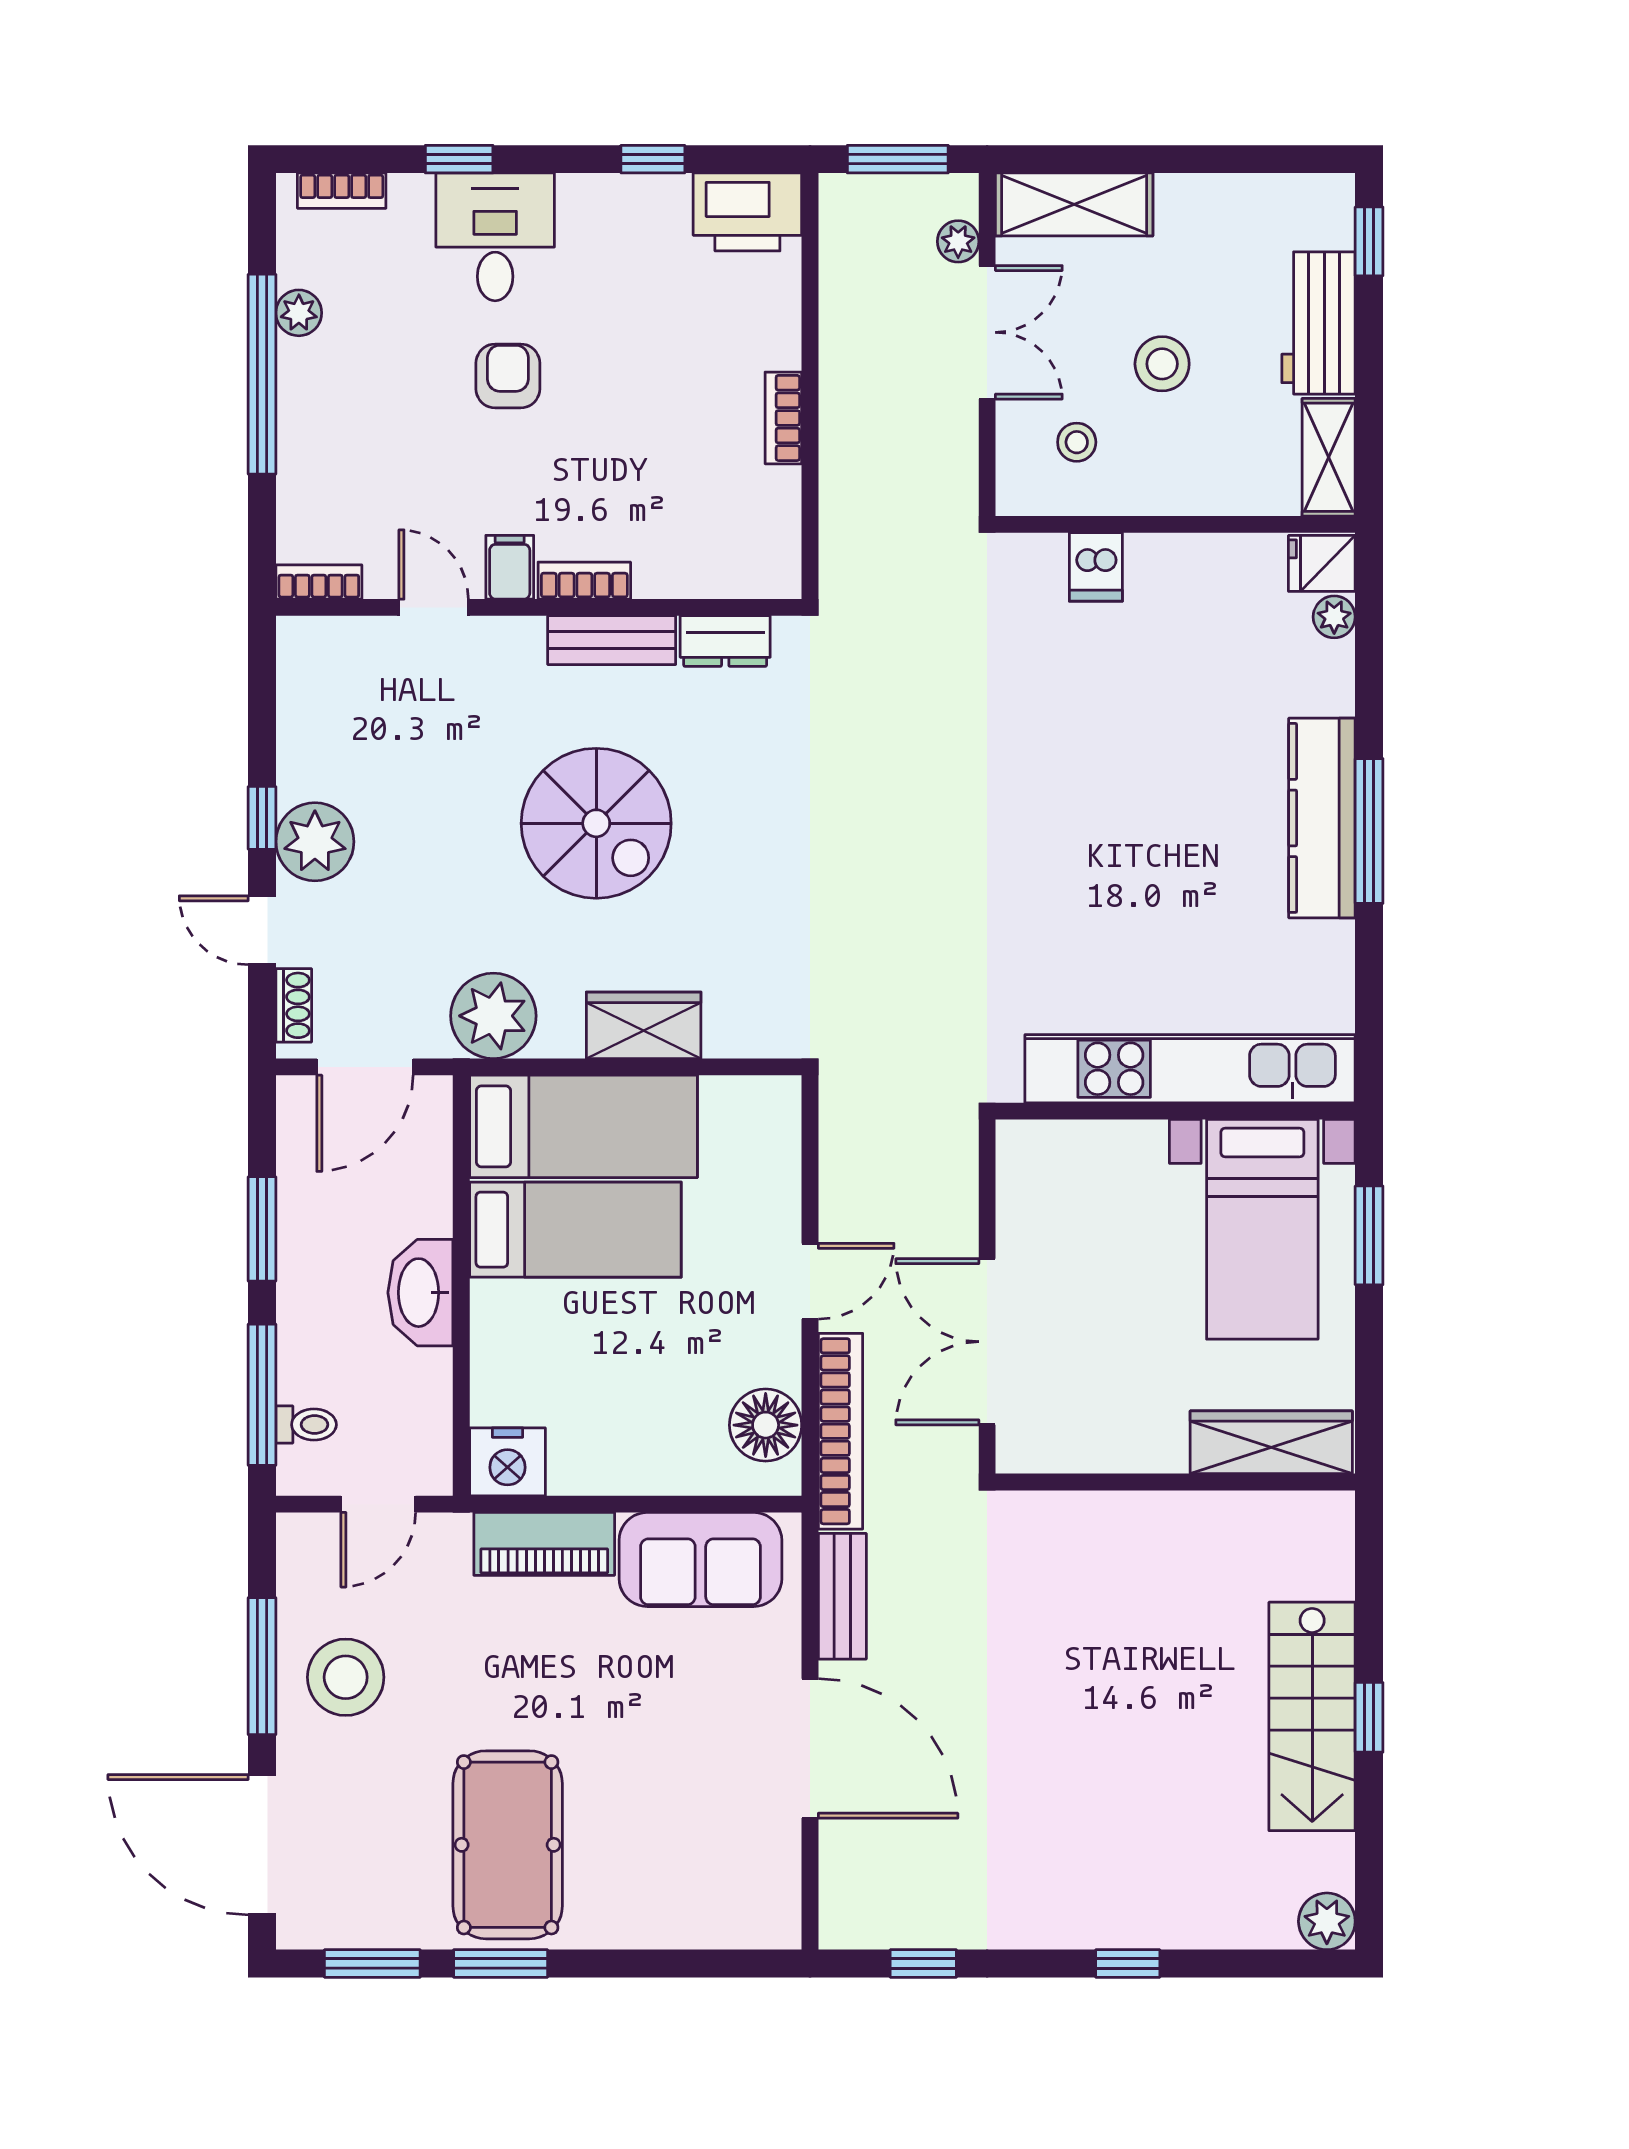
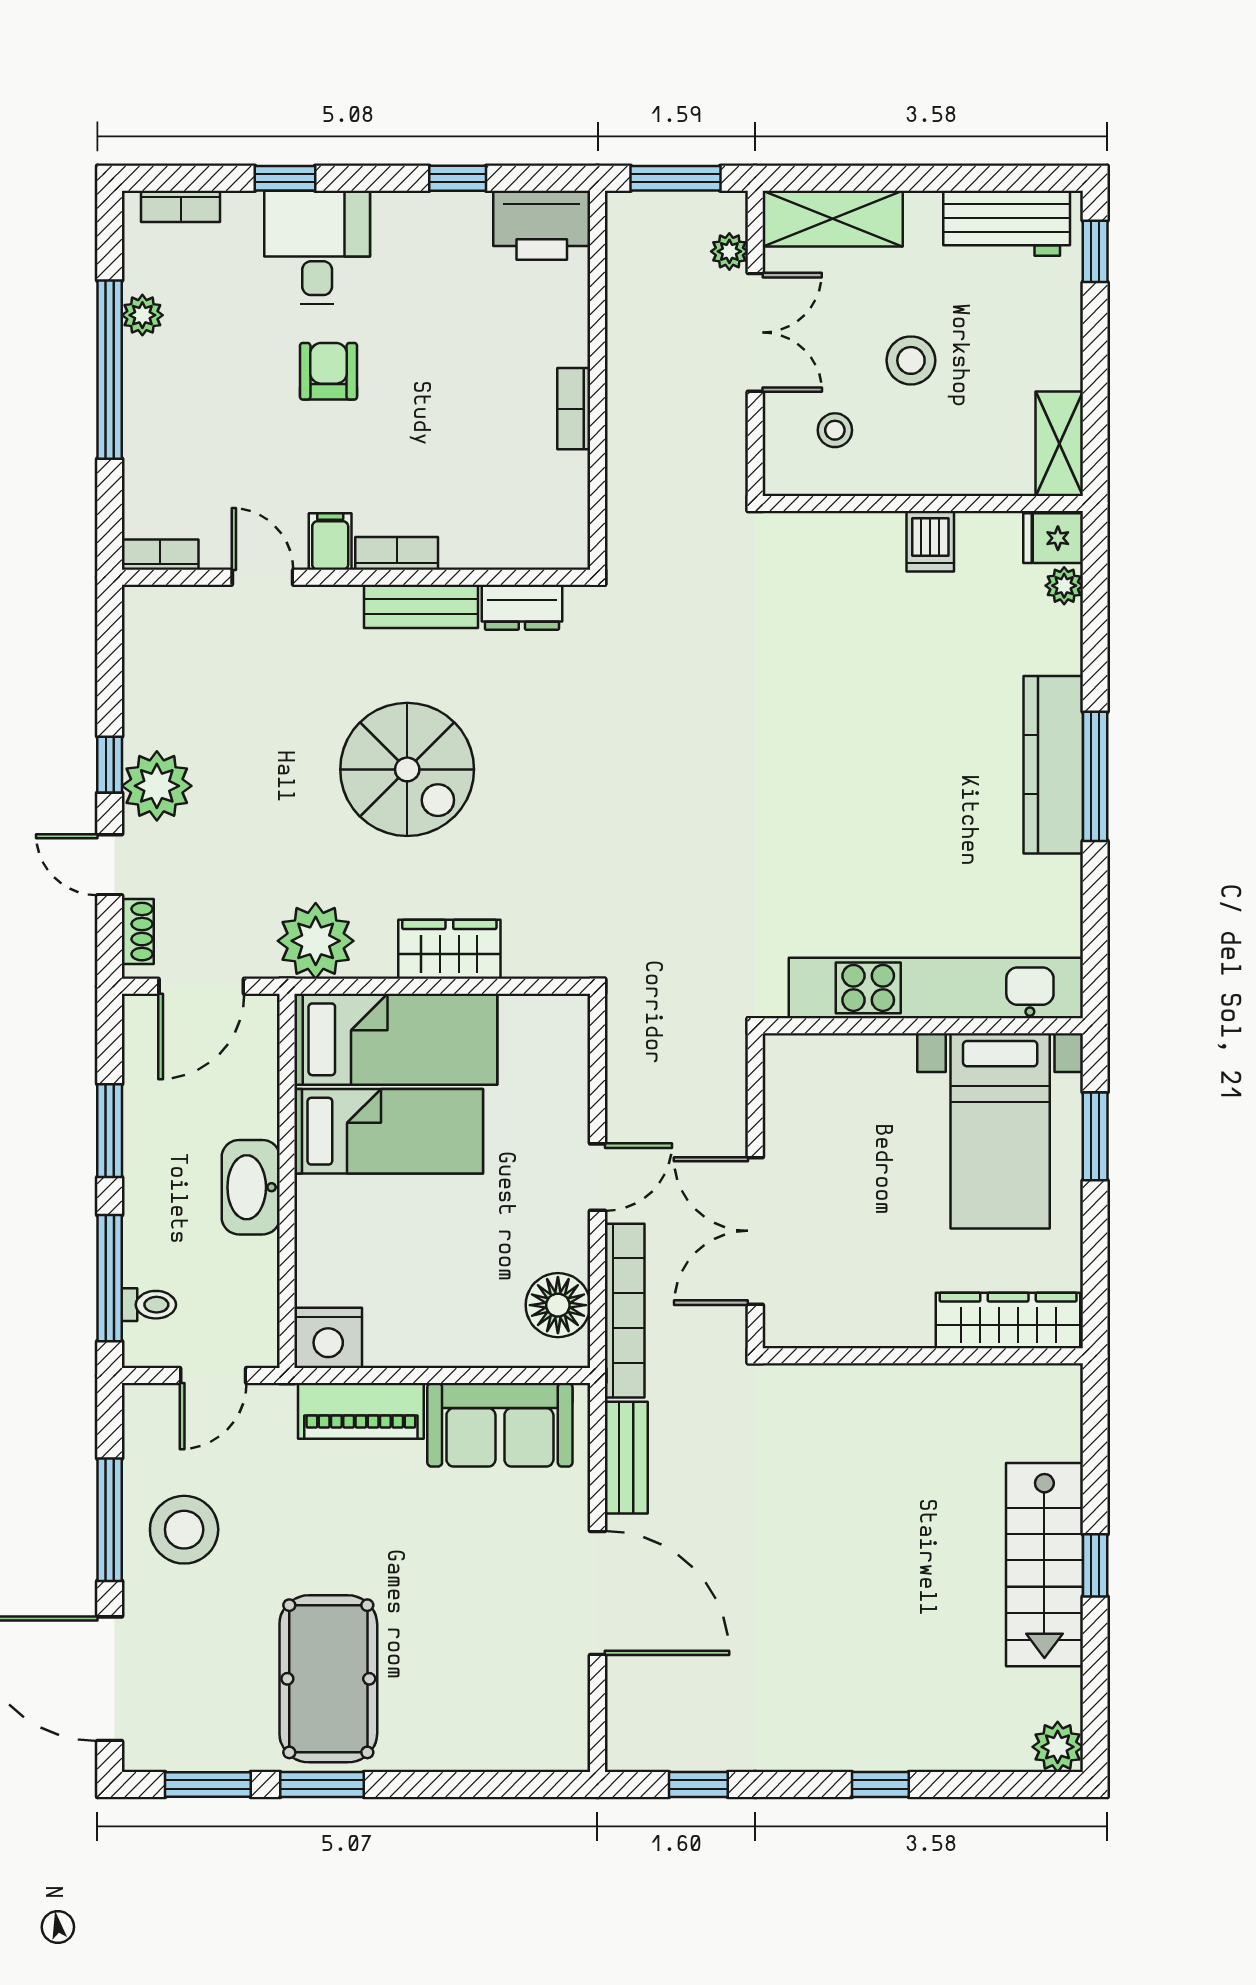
workbench: (1318, 323) -> (1007, 223), moved, turned -90
dishwasher: (1096, 567) -> (930, 541), moved

